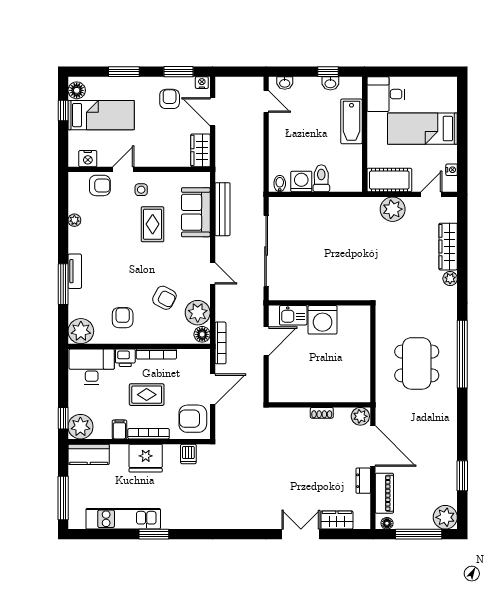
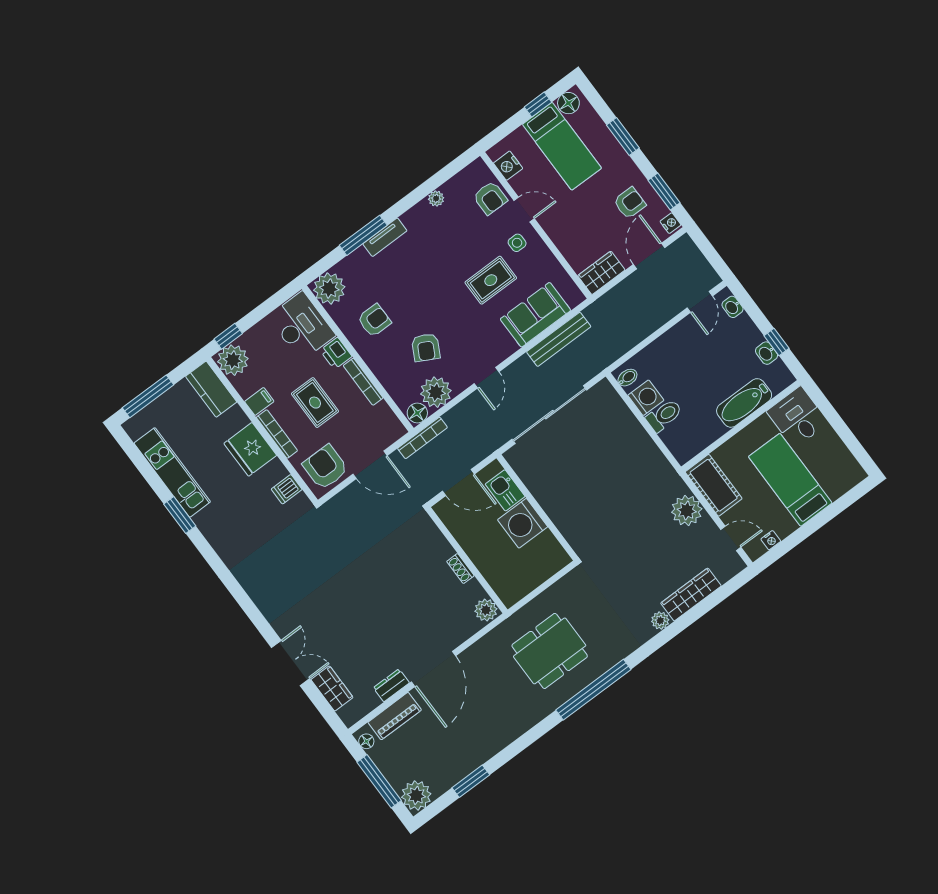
wall: (319, 405) -> (467, 560), moved
shoe rack: (322, 413) -> (460, 569), moved
plant: (360, 416) -> (486, 610), moved

